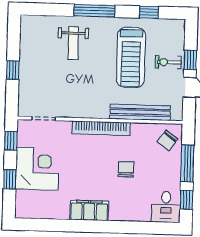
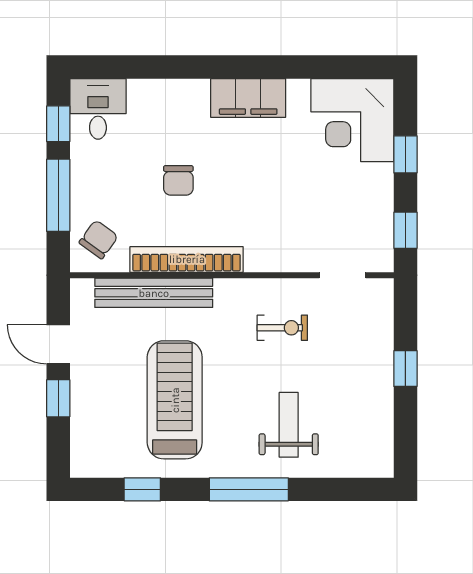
exercise bike: (168, 62) -> (282, 328), moved
bookcase: (101, 128) -> (187, 259), moved
corner desk: (37, 169) -> (352, 120), moved

